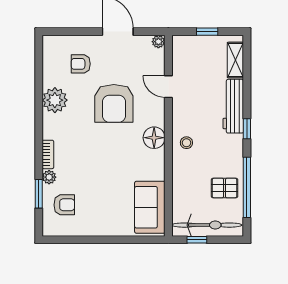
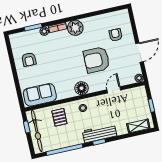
plant: (55, 100) -> (75, 28), moved
workbench: (233, 106) -> (100, 133), moved
pallet: (225, 188) -> (59, 117), moved
armchair: (64, 205) -> (29, 60), moved

